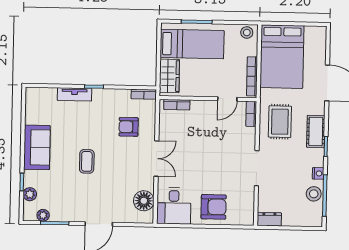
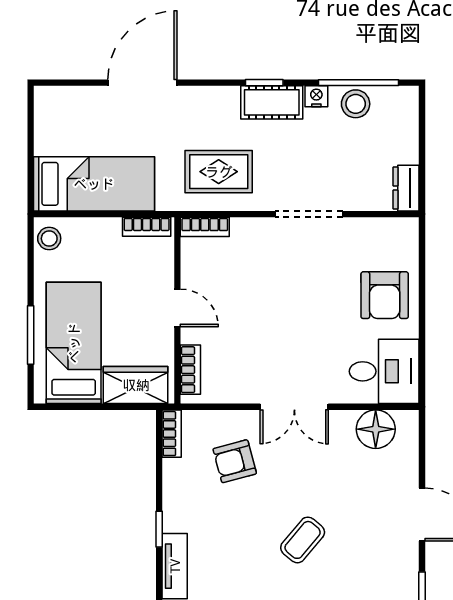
bed: (282, 57) -> (94, 184), width x0.67
bookcase: (252, 76) -> (147, 227), width x0.64
door: (227, 99) -> (177, 308), moved
armchair: (129, 127) -> (235, 461), turned 75
cot: (316, 132) -> (272, 102), moved
double door: (156, 159) -> (294, 407), swing flipped
coffee table: (87, 161) -> (303, 540), turned -50
armchair: (214, 207) -> (385, 295), turned 180

